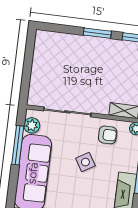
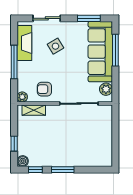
window: (18, 145) -> (115, 50), moved
side table: (85, 162) -> (55, 46), moved

